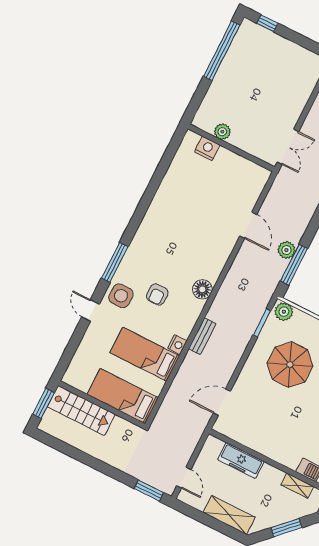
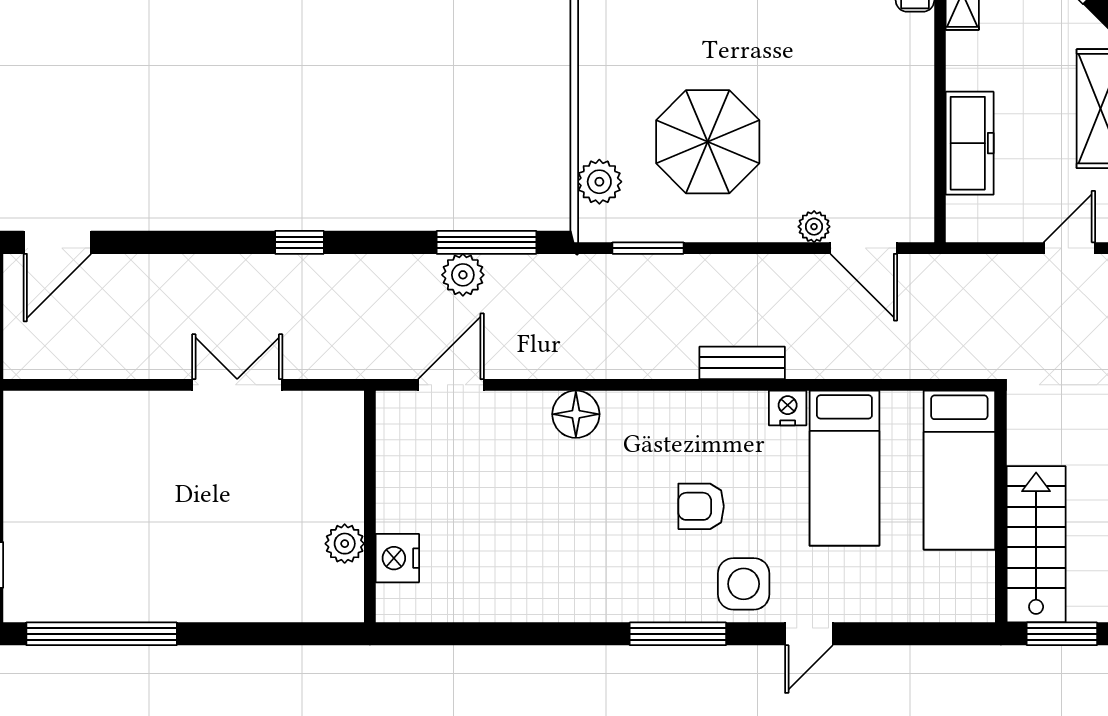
plant: (222, 132) -> (345, 544), moved
nightstand: (207, 148) -> (397, 558), moved
wall: (231, 148) -> (370, 507), moved
floor lamp: (202, 289) -> (576, 414), moved
armchair: (157, 295) -> (701, 506), turned 180
plant: (284, 312) -> (599, 182), moved
plant: (239, 388) -> (814, 227), added

